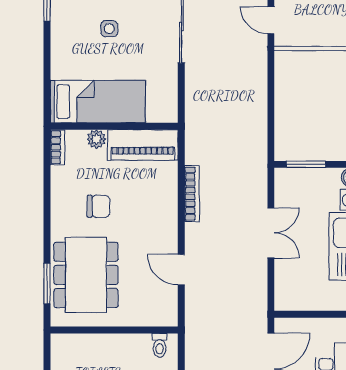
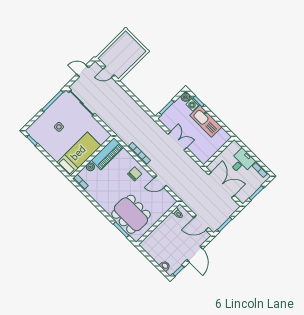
chair: (99, 206) -> (135, 174), moved

